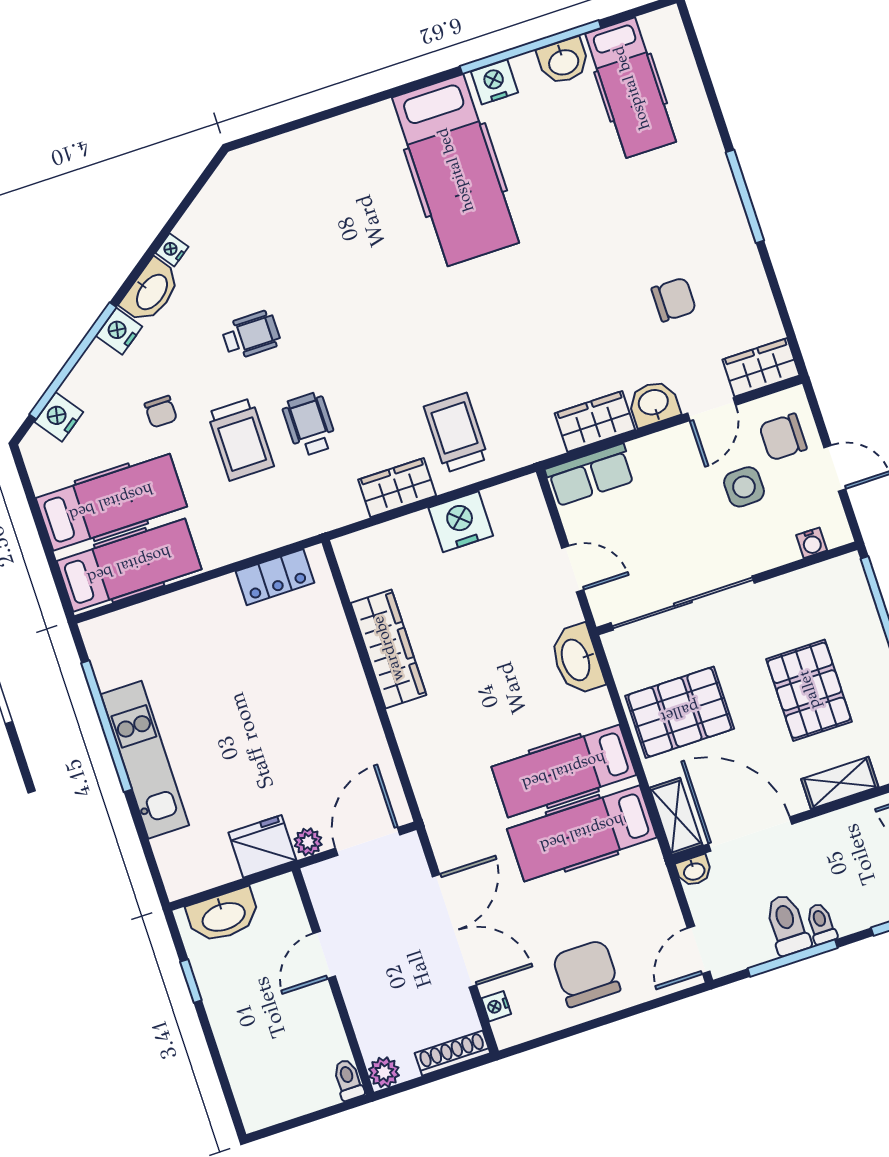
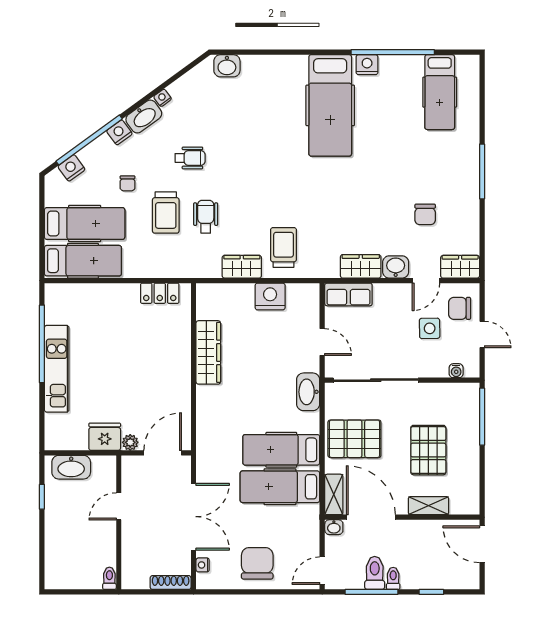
washbasin: (563, 61) -> (227, 66), moved
chair: (674, 300) -> (425, 214), turned 90
plant: (384, 1072) -> (130, 581), removed

